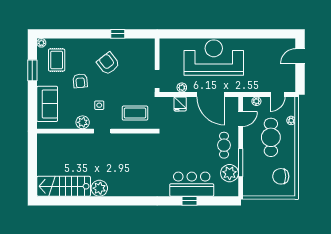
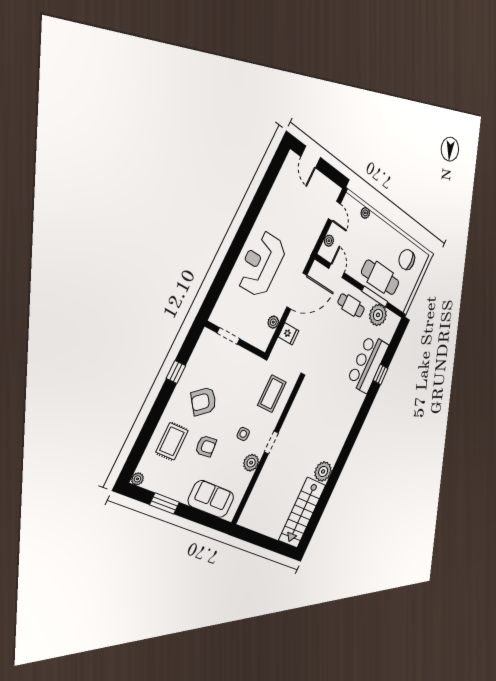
reception desk: (214, 58) -> (261, 264), width x0.74, depth x0.77
rug: (57, 60) -> (172, 441), moved, turned 90
doorway: (157, 79) -> (228, 336), moved
cafe table: (271, 137) -> (380, 277), moved
chair: (281, 176) -> (407, 260), turned 90

